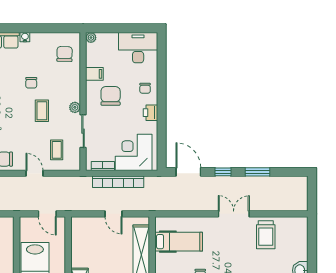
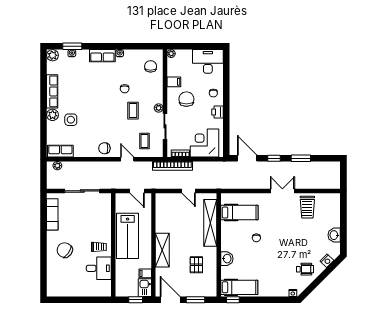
bookcase: (118, 182) -> (172, 166), moved

